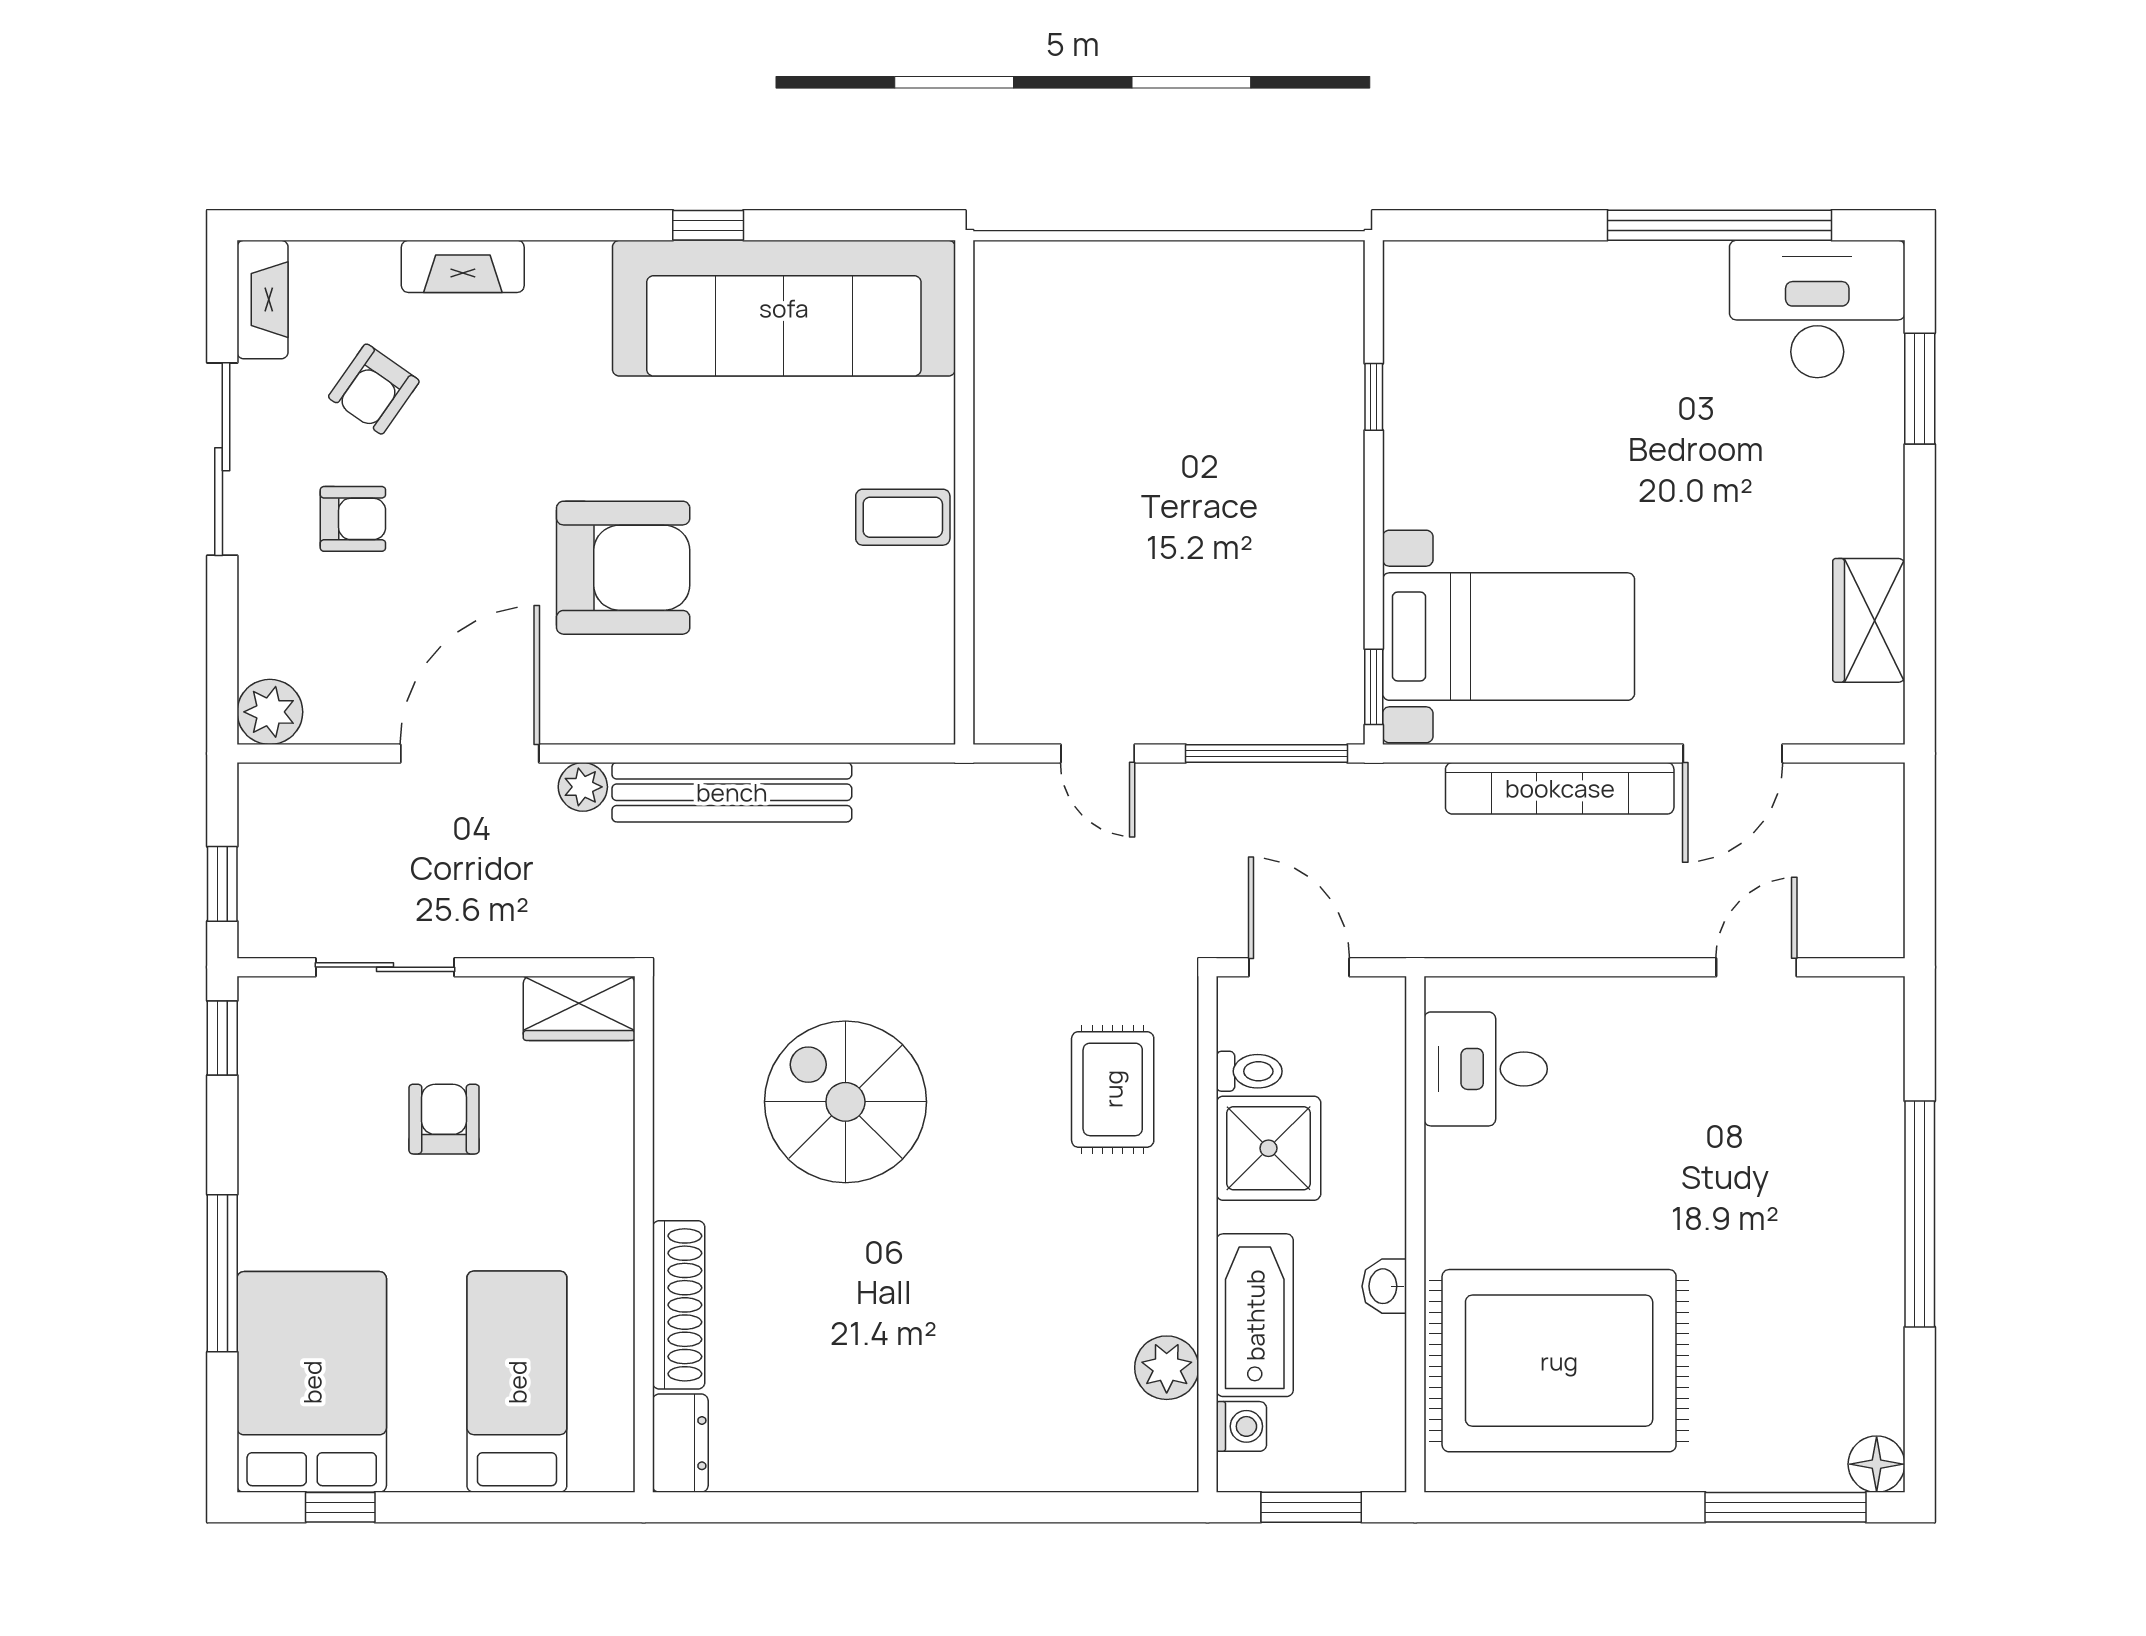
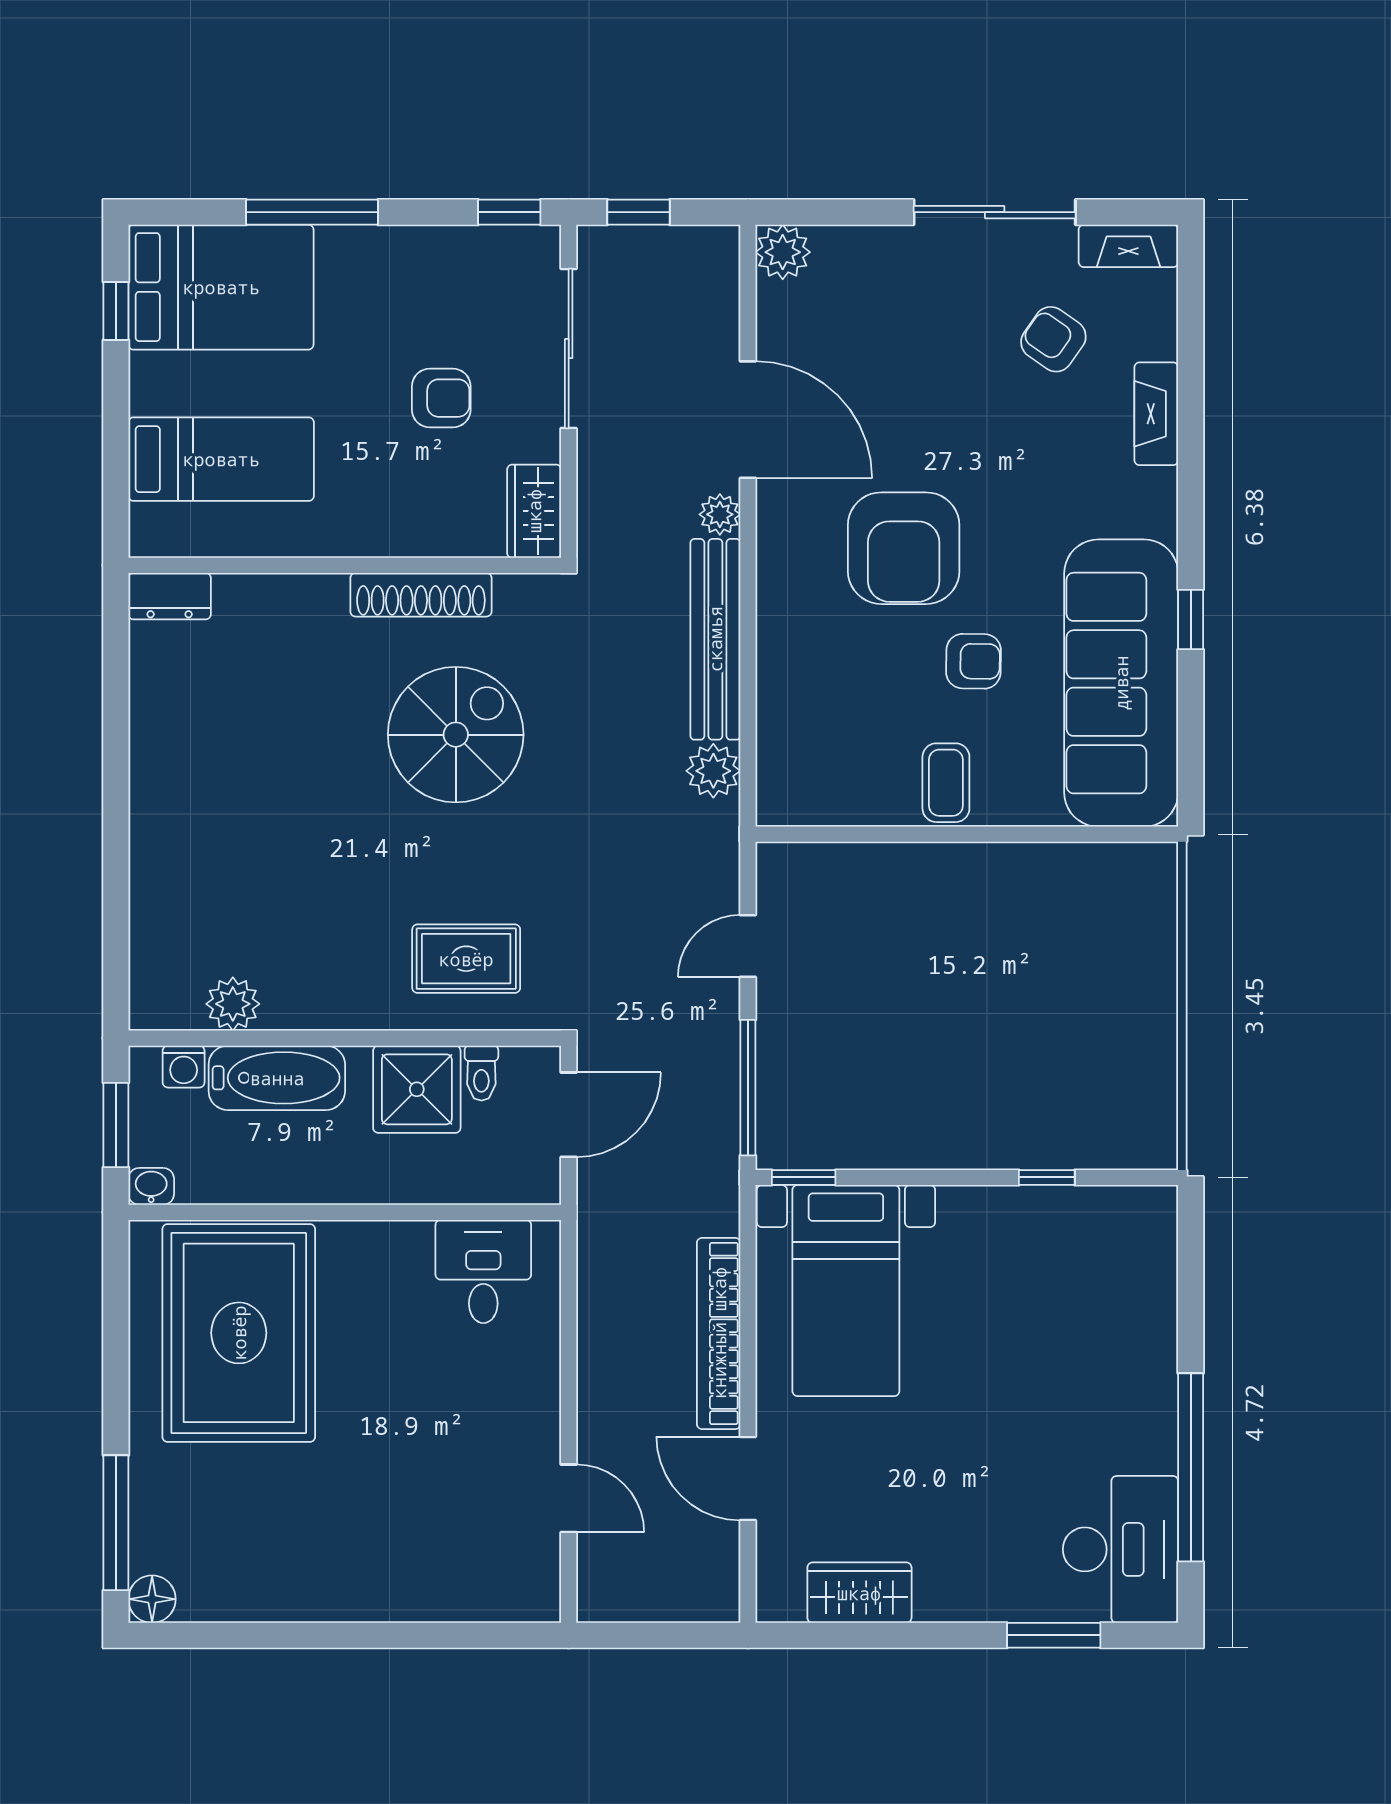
armchair: (353, 519) -> (973, 661), moved, turned -89
plant: (889, 795) -> (713, 771), added
sliding door: (385, 967) -> (569, 349), width x1.37
window: (1920, 1214) -> (362, 1635), removed
washbasin: (1384, 1286) -> (151, 1186), moved
shoe rack: (679, 1305) -> (421, 595), moved

